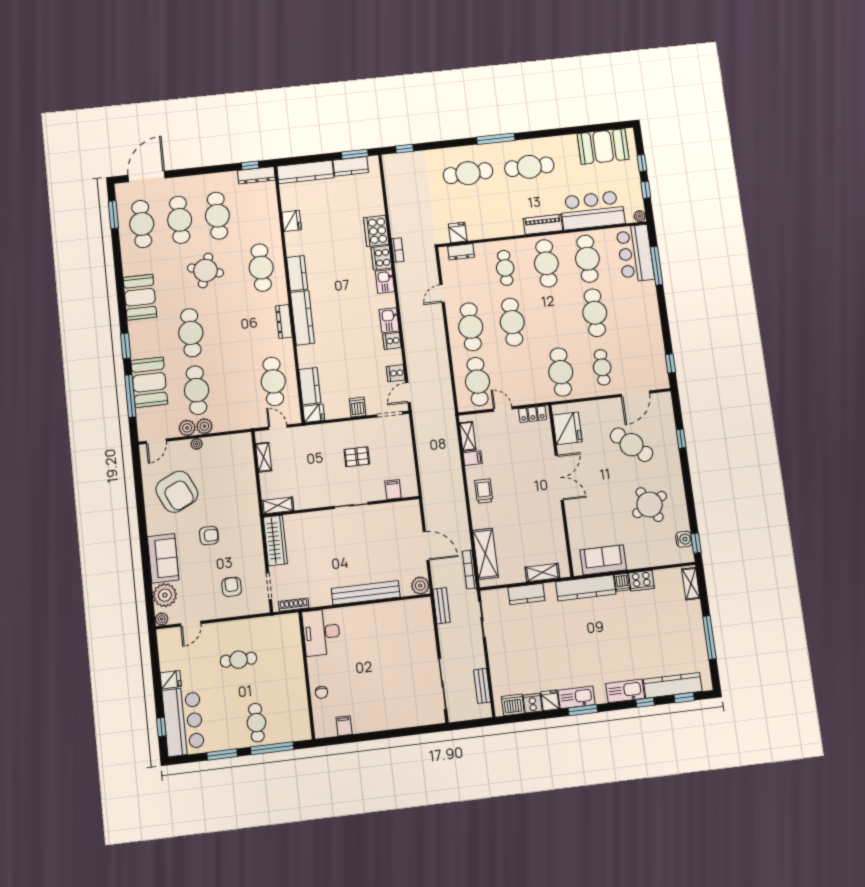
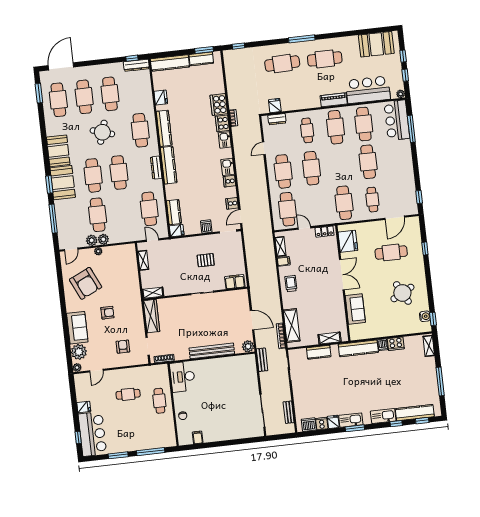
kitchen counter: (297, 273) -> (164, 128), width x1.50
cafe table: (229, 328) -> (119, 172), added
booth: (149, 382) -> (63, 183), moved
cafe table: (632, 445) -> (391, 252), turned -41
filing cabinet: (393, 489) -> (235, 282), width x2.00
sofa: (603, 560) -> (355, 309), moved, turned 90
cafe table: (256, 723) -> (159, 401), moved

